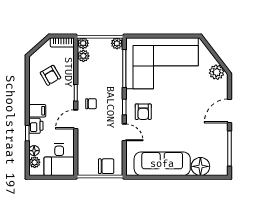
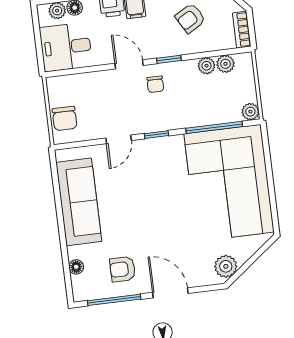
plant: (83, 43) -> (207, 66), moved
armchair: (143, 112) -> (123, 269), moved
floor lamp: (200, 166) -> (76, 267), width x0.53, depth x0.53

